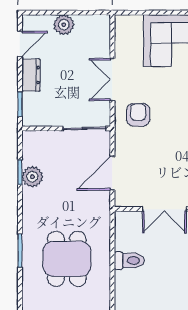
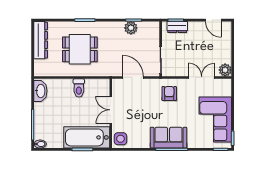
plant: (64, 25) -> (225, 70), moved
dresser: (31, 75) -> (177, 27), moved
double door: (112, 79) -> (202, 77), moved
armchair: (138, 115) -> (169, 94), turned -90

